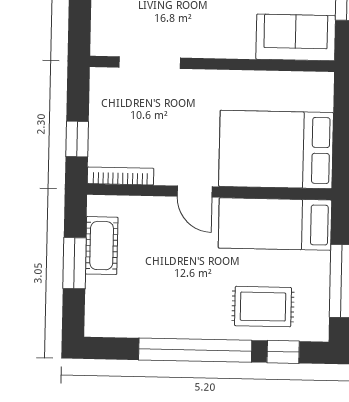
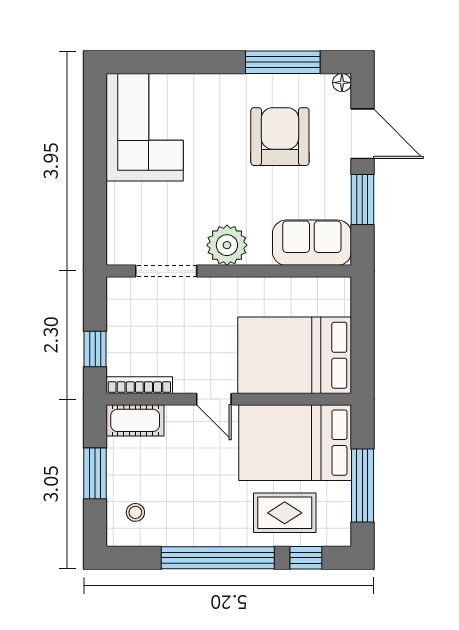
plant: (211, 38) -> (227, 245), added
bed: (275, 224) -> (295, 443), width x1.50
cot: (102, 246) -> (135, 420), moved, turned 90
stool: (114, 303) -> (135, 512), added

